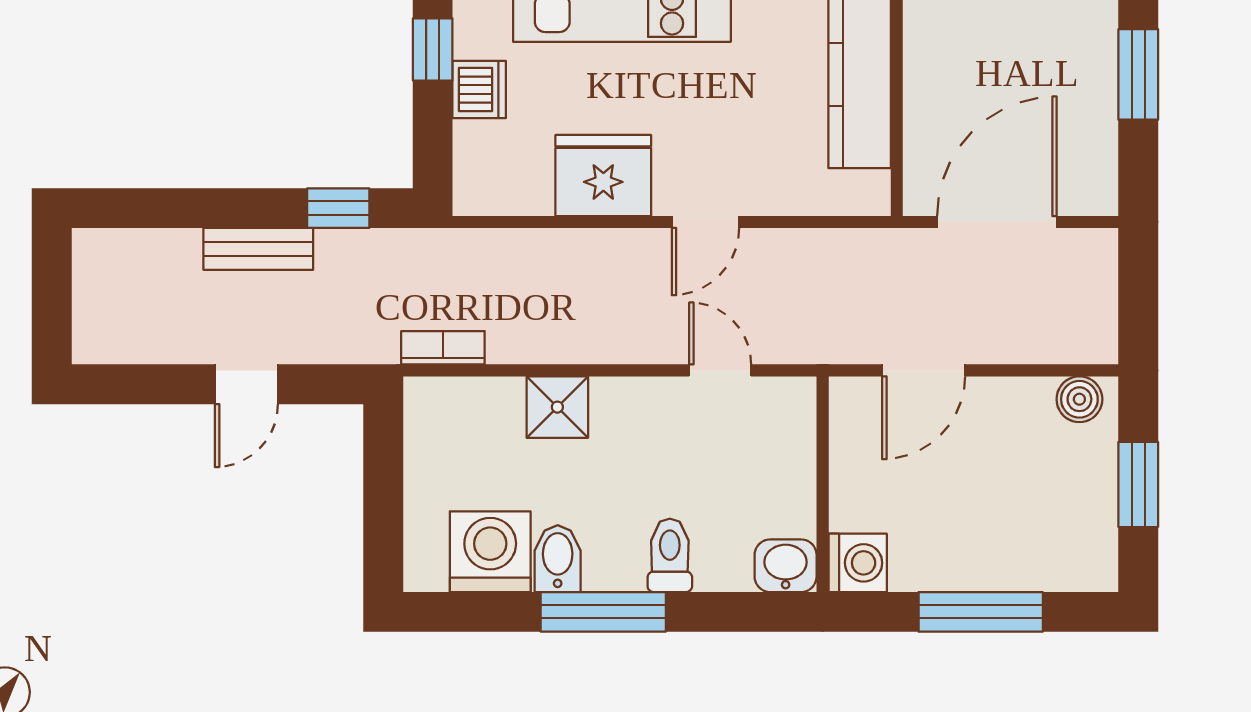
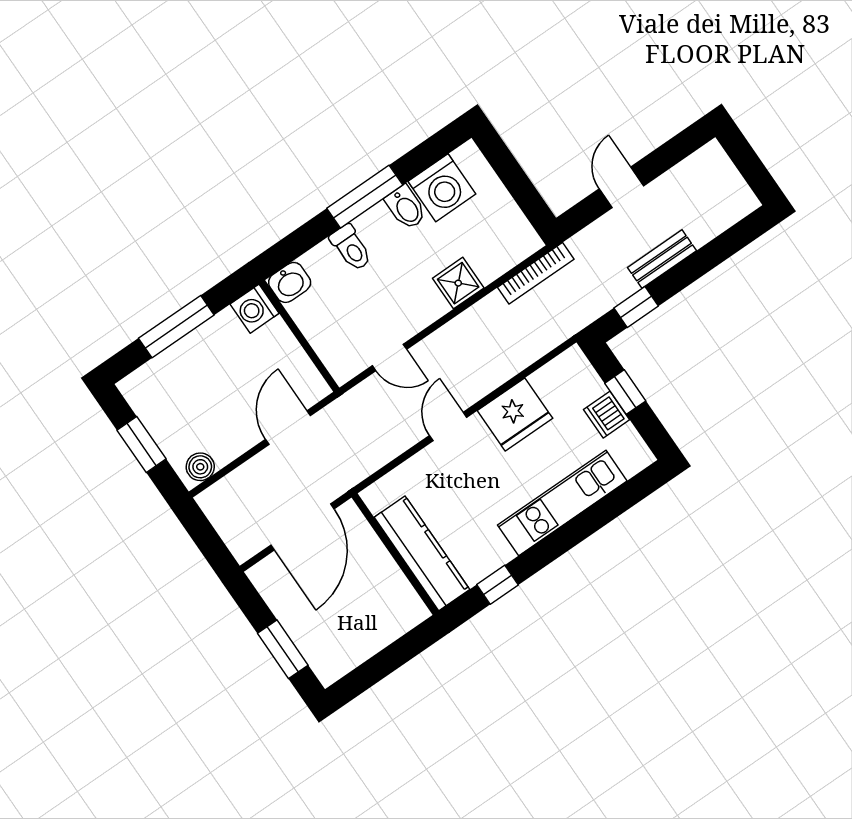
window: (433, 49) -> (625, 392), moved
bookcase: (443, 348) -> (536, 273), width x1.56

